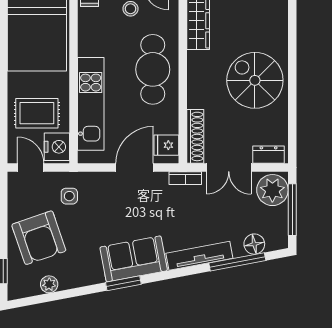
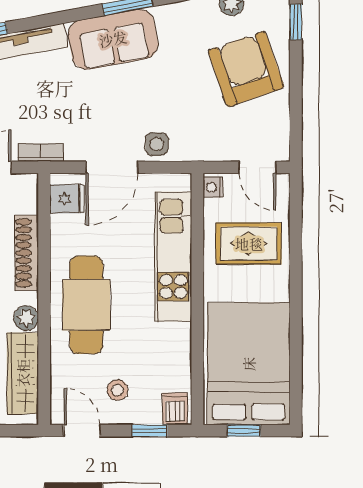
plant: (196, 60) -> (26, 318), added
shoe rack: (195, 136) -> (27, 253), moved
nightstand: (57, 147) -> (213, 187), width x0.53, depth x0.56
side table: (69, 196) -> (157, 144), moved

